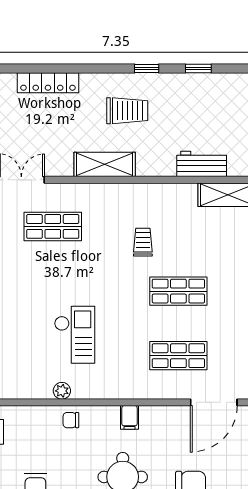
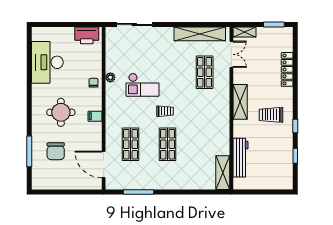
trolley: (127, 111) -> (271, 115), turned 90
workbench: (202, 164) -> (240, 158), width x1.38
trolley: (143, 242) -> (165, 111), moved

